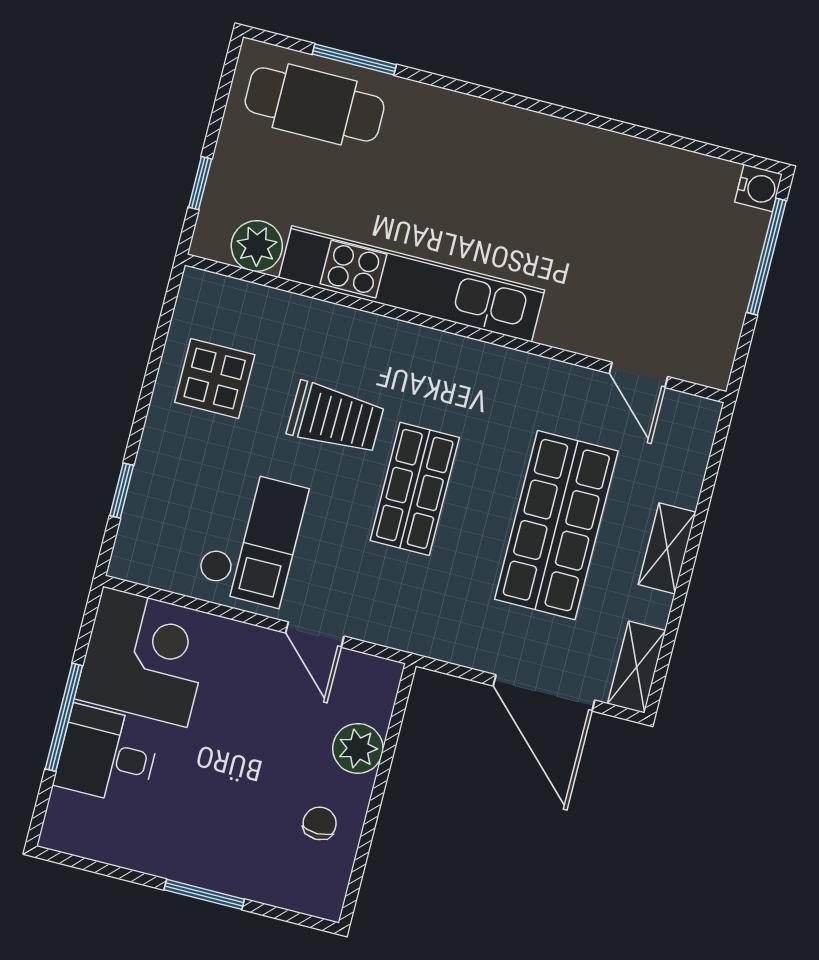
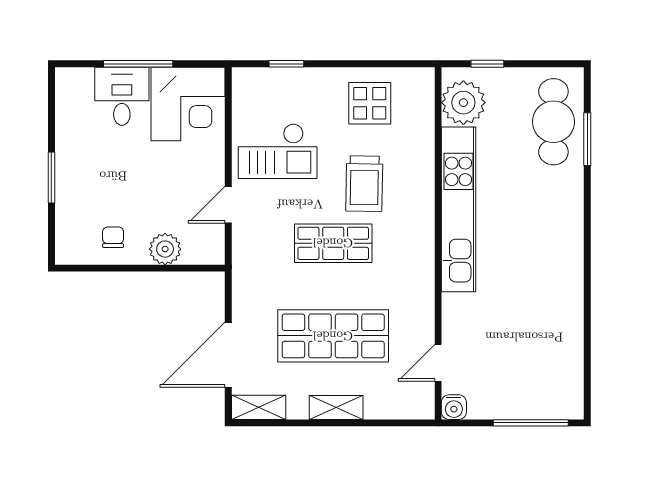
water cooler: (758, 188) -> (454, 407), moved
plant: (257, 246) -> (463, 103), width x1.36, depth x1.36
chair: (320, 823) -> (113, 237), turned -90

